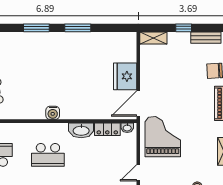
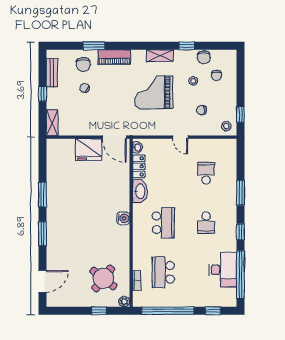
chair: (190, 72) -> (84, 88), added
grand piano: (163, 137) -> (154, 92), moved

